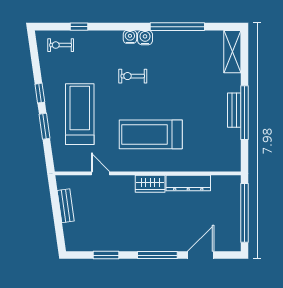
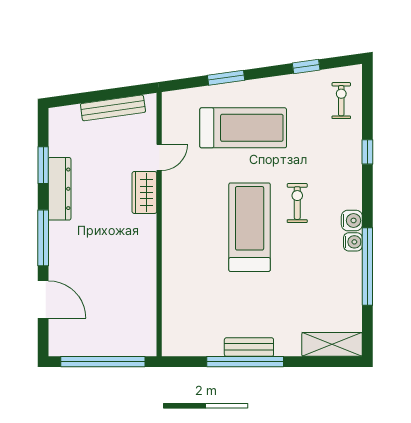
window: (79, 27) -> (367, 152), moved
water cooler: (130, 37) -> (353, 242), moved
window: (40, 93) -> (306, 66), moved
treadmill: (151, 134) -> (250, 227), moved
dresser: (188, 183) -> (60, 189), moved, turned 180
wardrobe: (150, 184) -> (144, 192), moved
bench: (66, 206) -> (113, 108), width x1.36

